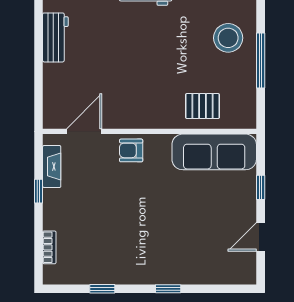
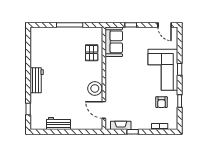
stool: (228, 38) -> (95, 88), moved
armchair: (131, 150) -> (162, 102), moved
sofa: (214, 152) -> (114, 42), width x0.73
door: (261, 237) -> (165, 25), moved
corner sofa: (167, 254) -> (163, 70), added

